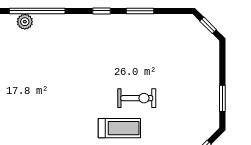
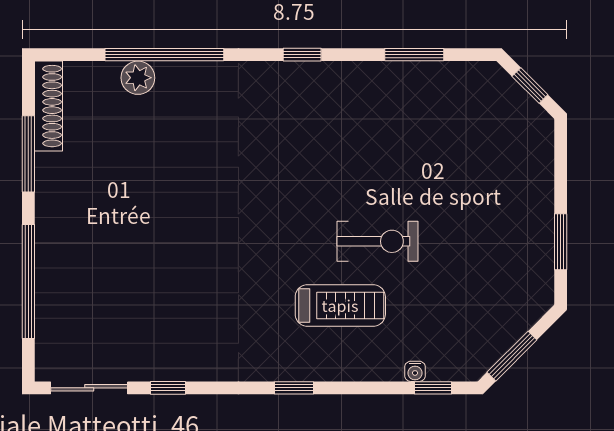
window: (140, 11) -> (414, 55), moved

